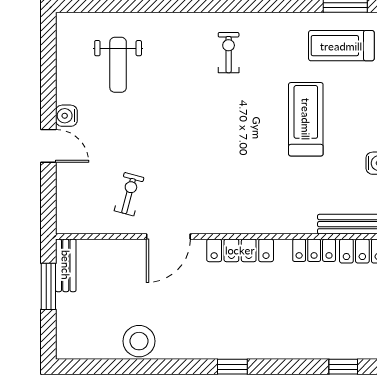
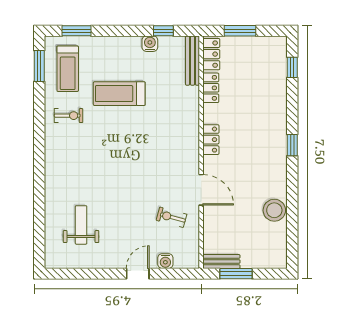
exercise bike: (229, 53) -> (69, 116), moved, turned 180
weight bench: (118, 65) -> (81, 225), turned -90
water cooler: (66, 116) -> (165, 261), moved
locker: (240, 250) -> (211, 140), width x0.66

